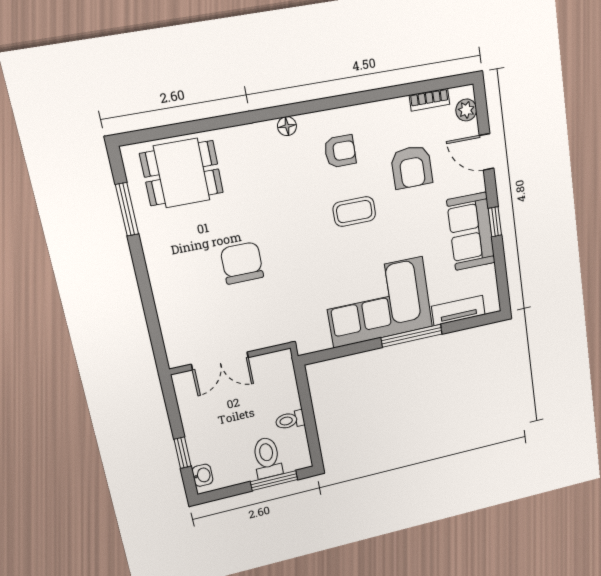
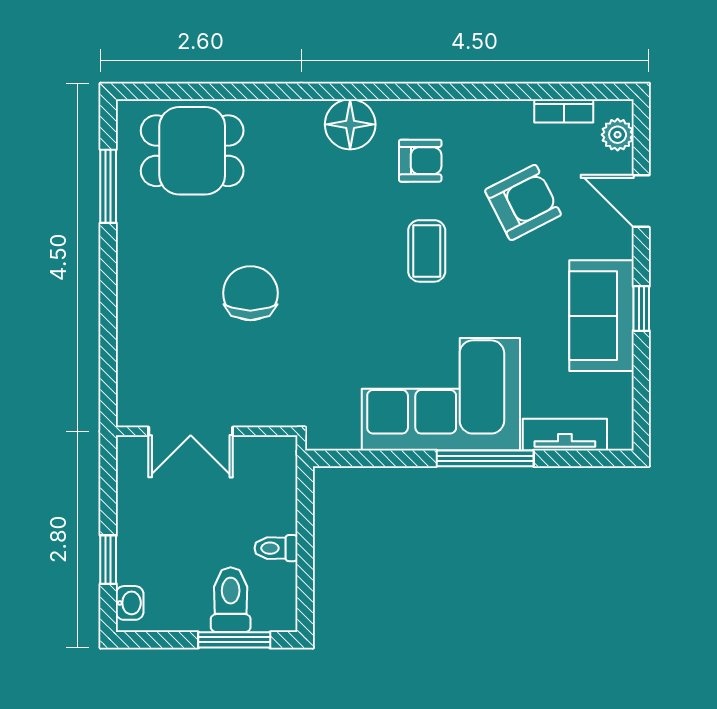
floor lamp: (287, 126) -> (350, 124), width x1.89, depth x1.89
armchair: (412, 167) -> (523, 202), turned -117
coffee table: (354, 212) -> (427, 251), turned 90

